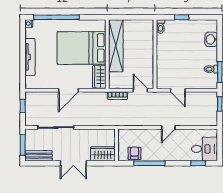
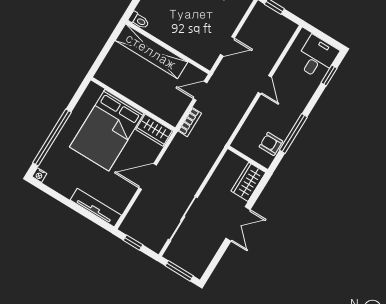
shelving: (116, 46) -> (151, 51), moved
tv unit: (30, 57) -> (96, 208), moved
door: (68, 90) -> (148, 176), swing flipped
bench: (39, 156) -> (204, 260), removed

